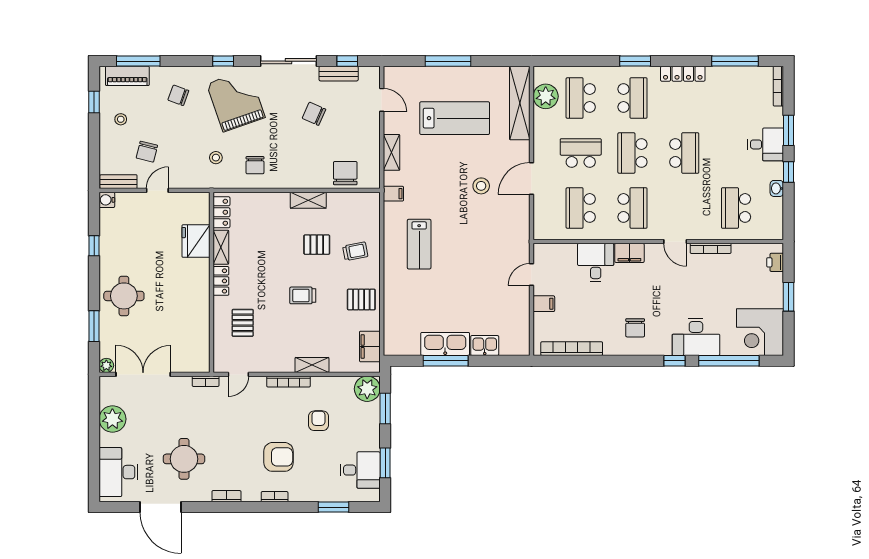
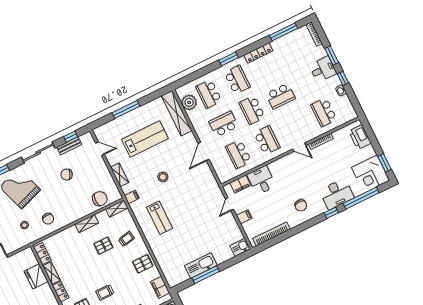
school desk: (684, 153) -> (280, 96), turned 90
chair: (345, 173) -> (100, 199), turned 90
stool: (481, 186) -> (163, 177), moved
shelving: (363, 200) -> (117, 209), added
filing cabinet: (629, 253) -> (240, 184), moved
printer: (775, 262) -> (360, 137), width x1.87, depth x1.48
trolley: (303, 295) -> (105, 292), moved
window: (789, 297) -> (385, 163), moved
kitchen sink: (485, 346) -> (240, 247), moved

